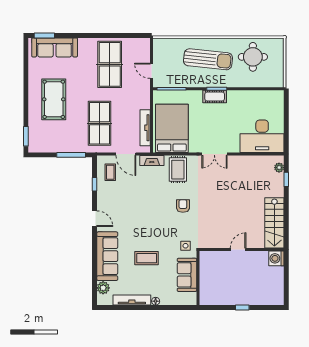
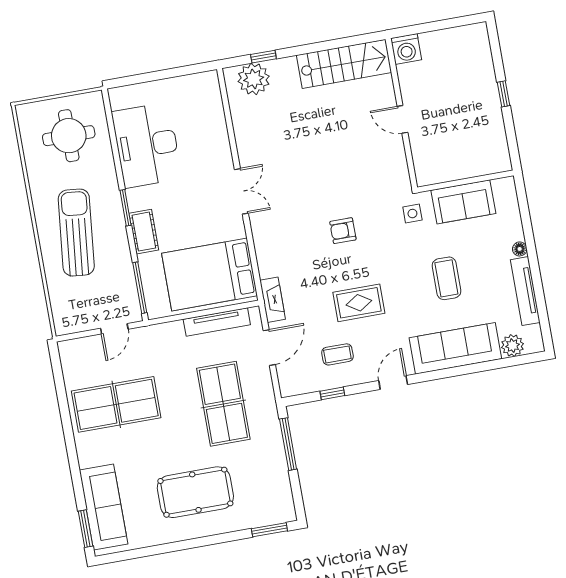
round table: (253, 57) -> (69, 136), moved
cot: (215, 97) -> (144, 232), moved
table tennis table: (100, 123) -> (223, 404), turned 90
desk: (262, 136) -> (147, 145), moved, turned 180
plant: (279, 168) -> (254, 79), width x1.88, depth x1.88
rug: (178, 170) -> (359, 303), moved
coffee table: (110, 172) -> (337, 354), moved

